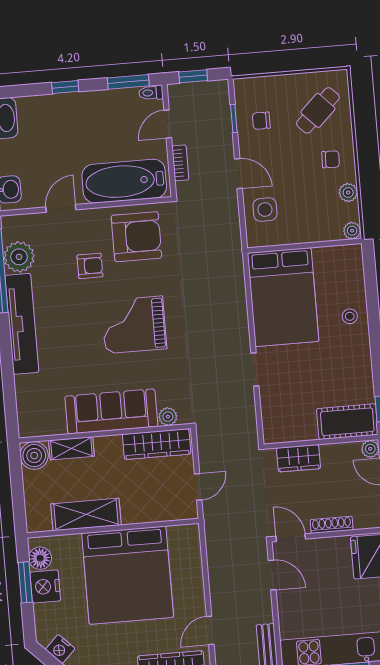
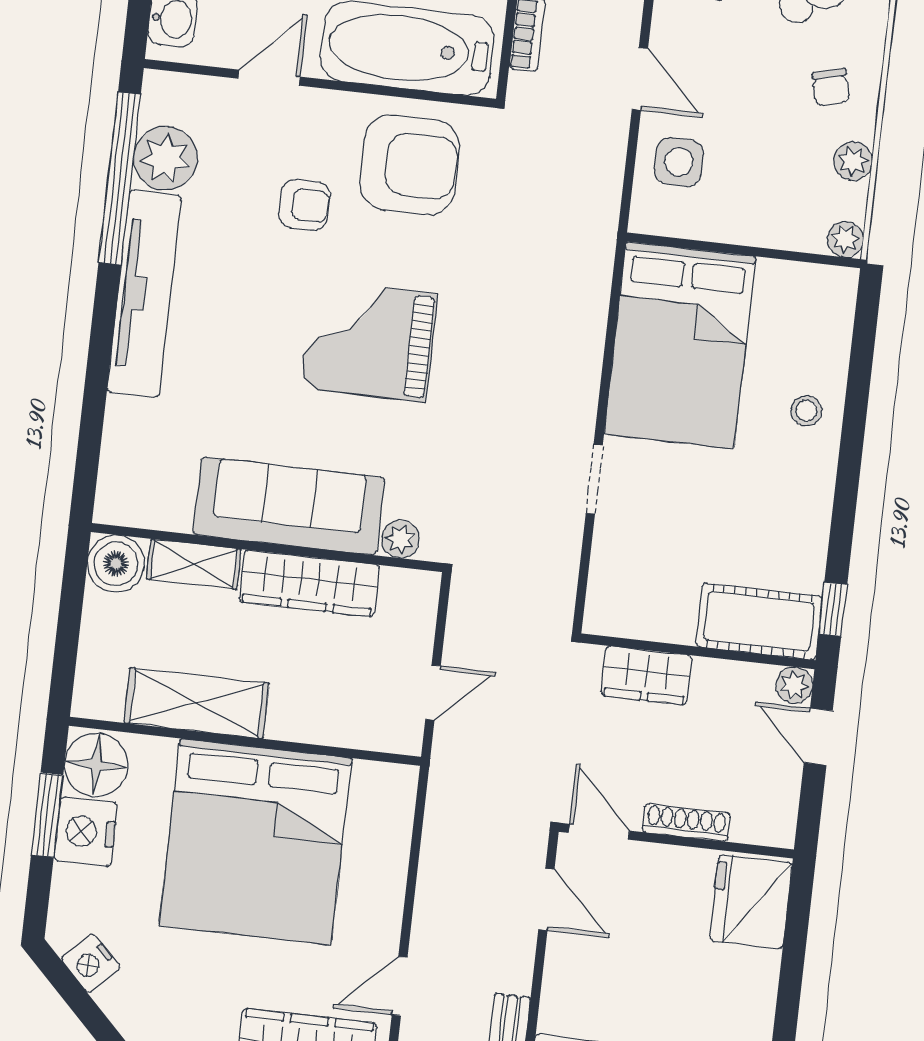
chair: (331, 159) -> (831, 87), turned 74
wardrobe: (157, 444) -> (309, 583), moved
floor lamp: (40, 558) -> (96, 765), width x1.38, depth x1.38

